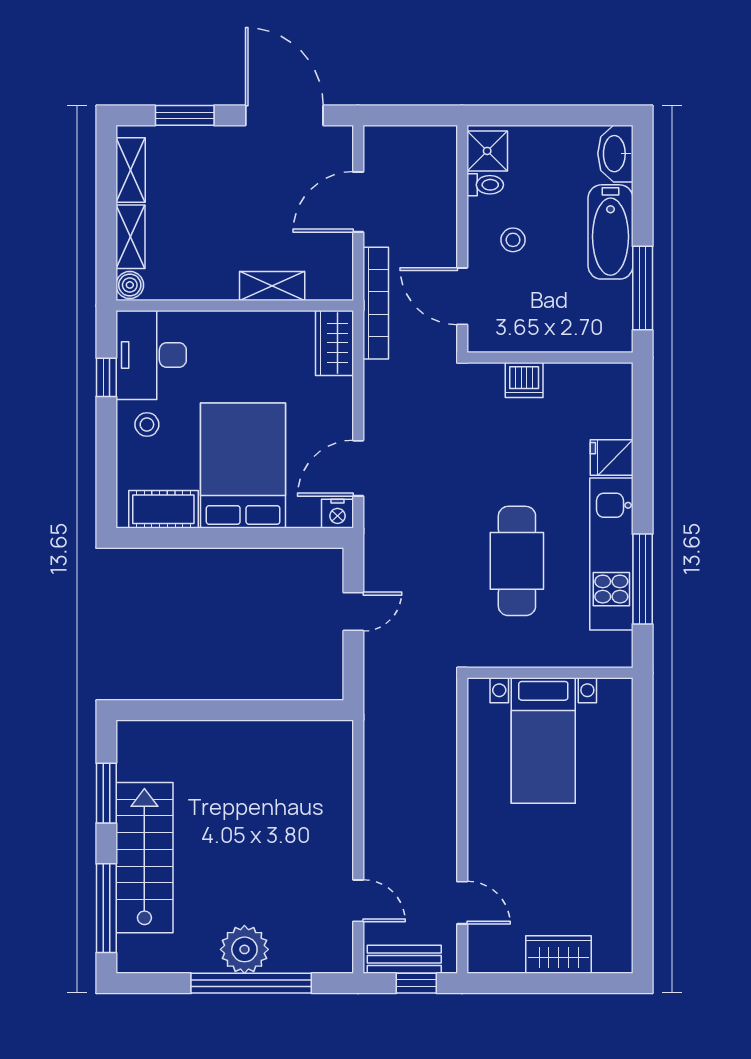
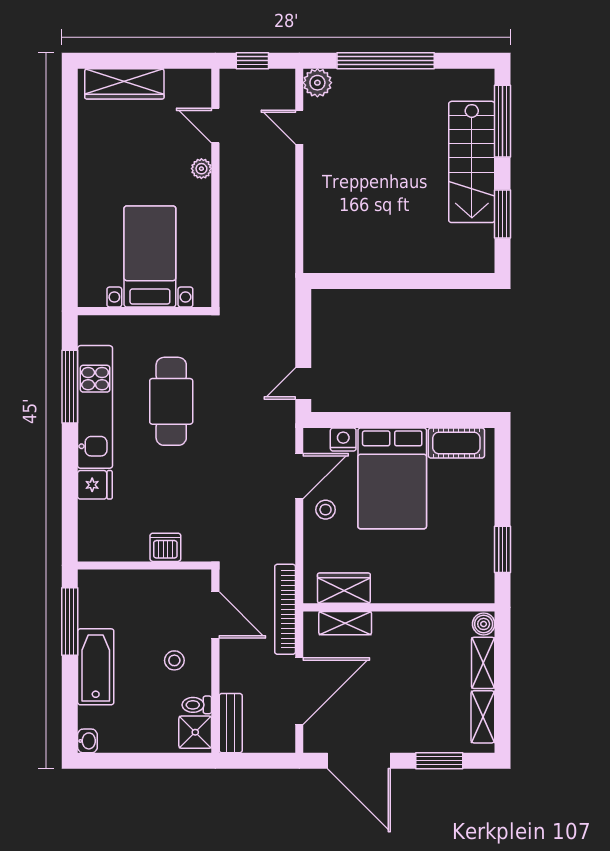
washbasin: (615, 154) -> (87, 741), width x0.52, depth x0.69
door: (358, 202) -> (299, 691), width x1.36
shelving: (272, 286) -> (345, 623), moved
wardrobe: (334, 343) -> (344, 588), moved, turned -90
desk: (151, 355) -> (466, 567), removed
window: (106, 377) -> (503, 549), width x1.50
stool: (147, 425) -> (326, 510), moved
nightstand: (337, 514) -> (343, 439), moved
door: (353, 612) -> (303, 384), moved
plant: (479, 849) -> (201, 169), added
plant: (244, 949) -> (317, 83), moved, width x0.73, depth x0.73
wardrobe: (559, 954) -> (124, 84), width x1.50
bench: (404, 959) -> (231, 723), moved, turned 90

